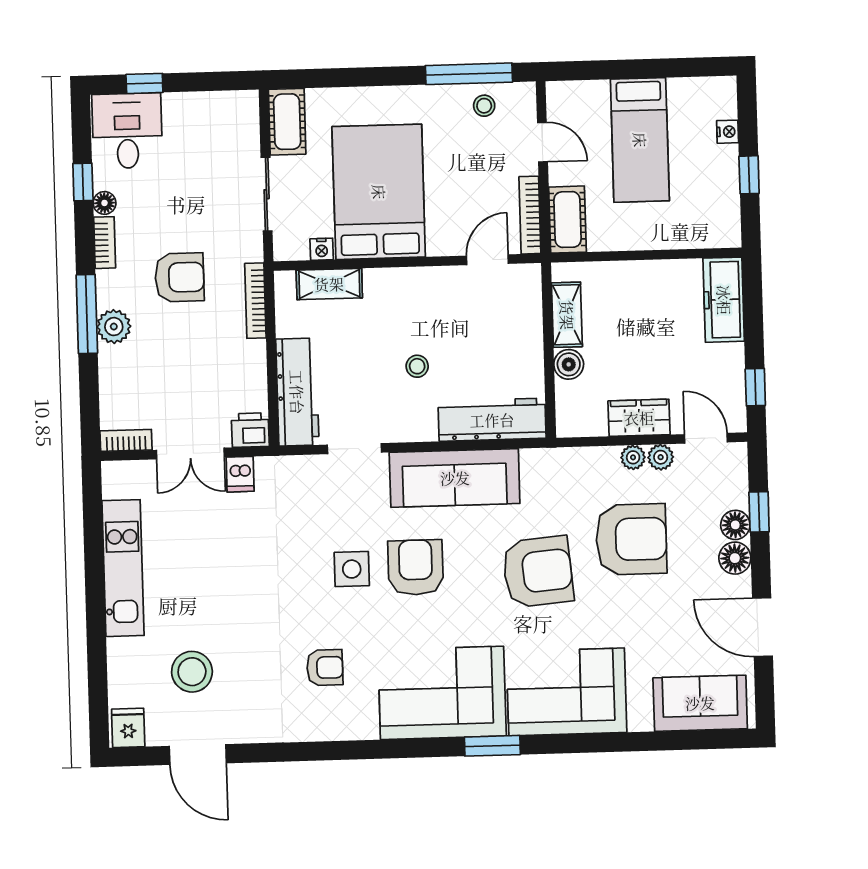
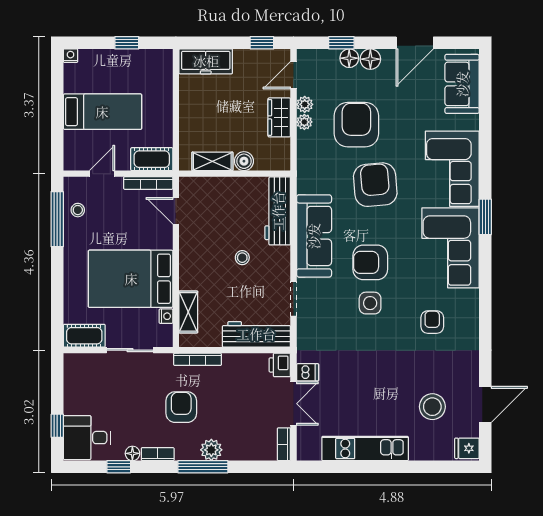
nightstand: (728, 132) -> (70, 56), moved

